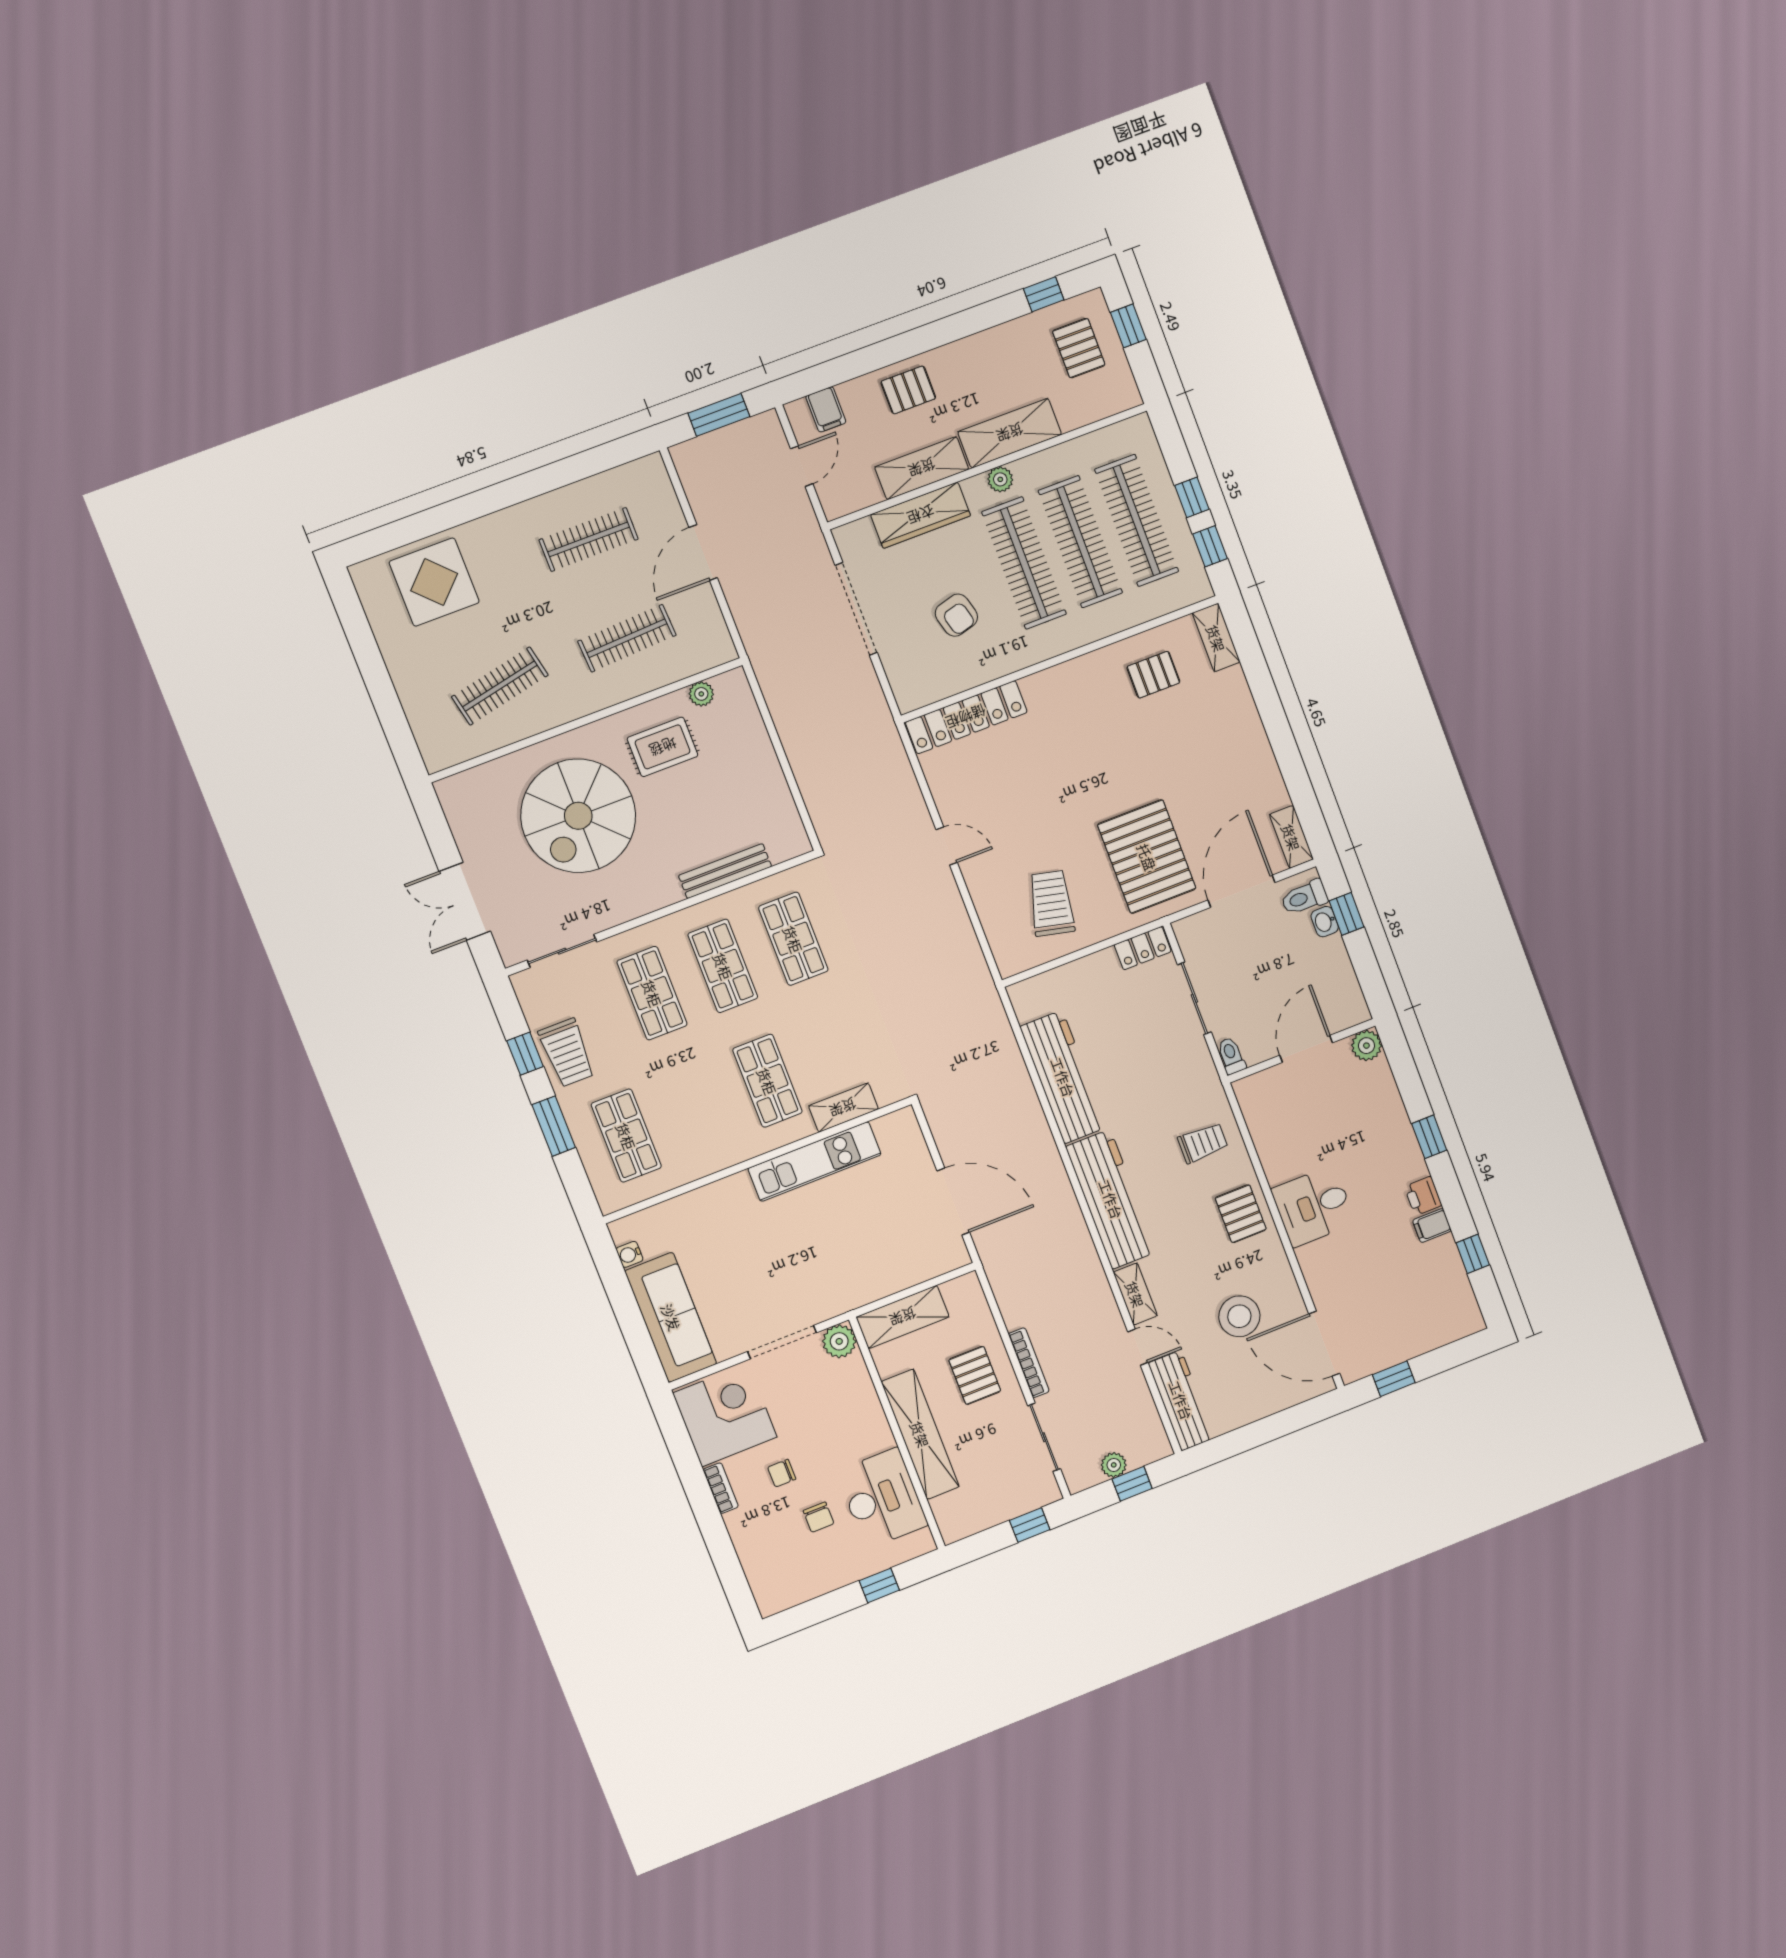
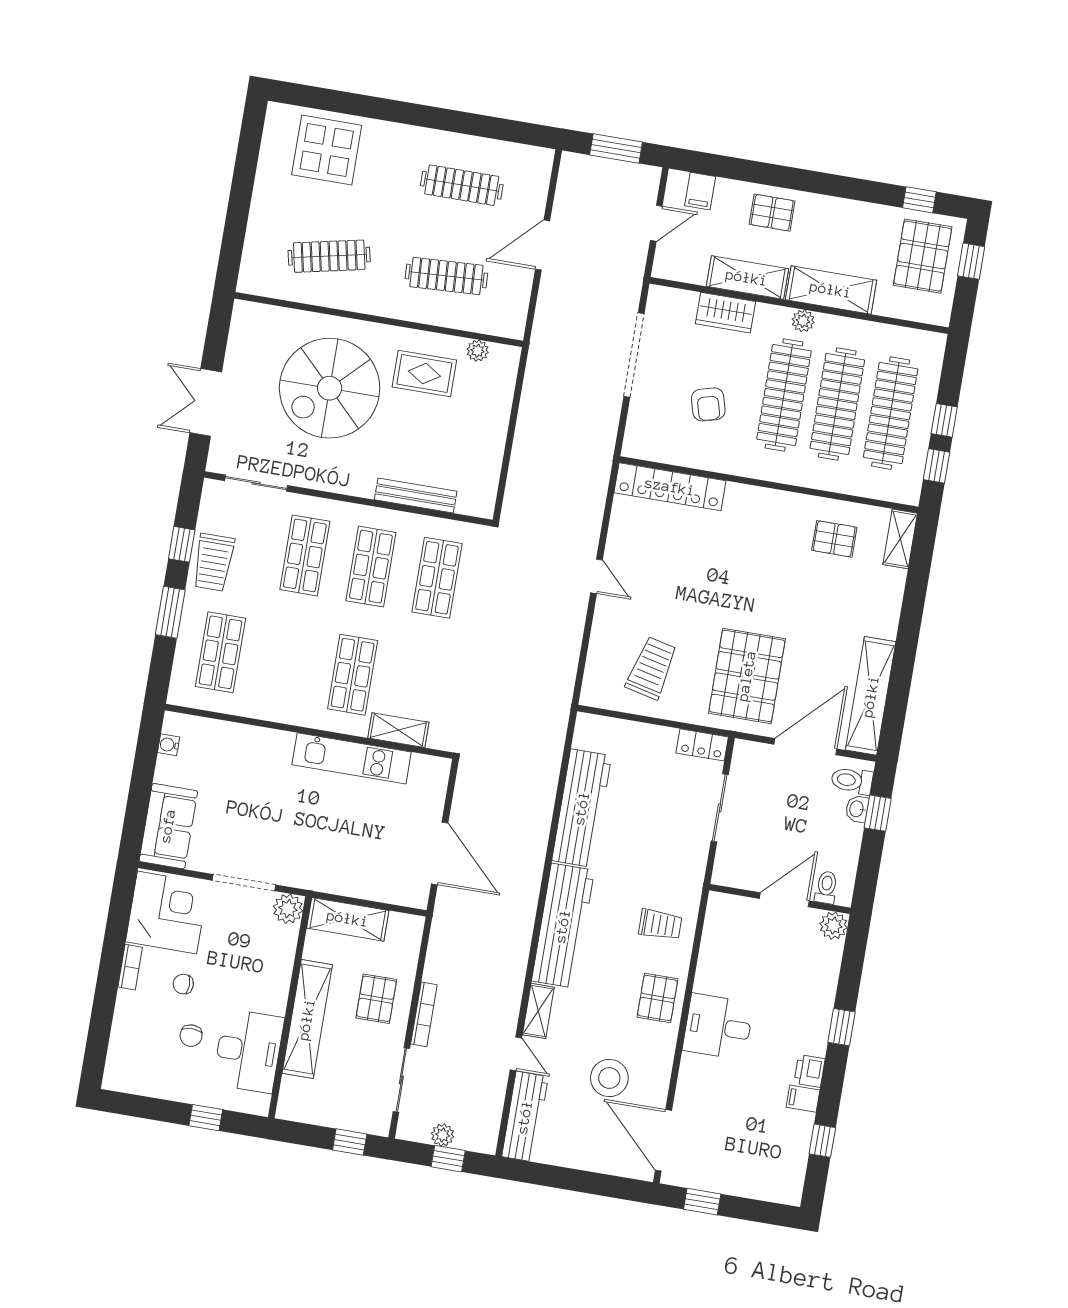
pallet: (1079, 348) -> (923, 256), width x1.50, depth x1.42
wardrobe: (921, 515) -> (726, 313), width x0.67
shelving: (1291, 837) -> (871, 696), width x2.20, depth x1.33
toilet: (1231, 1056) -> (826, 887), moved
sofa: (671, 1317) -> (168, 826), width x0.73

